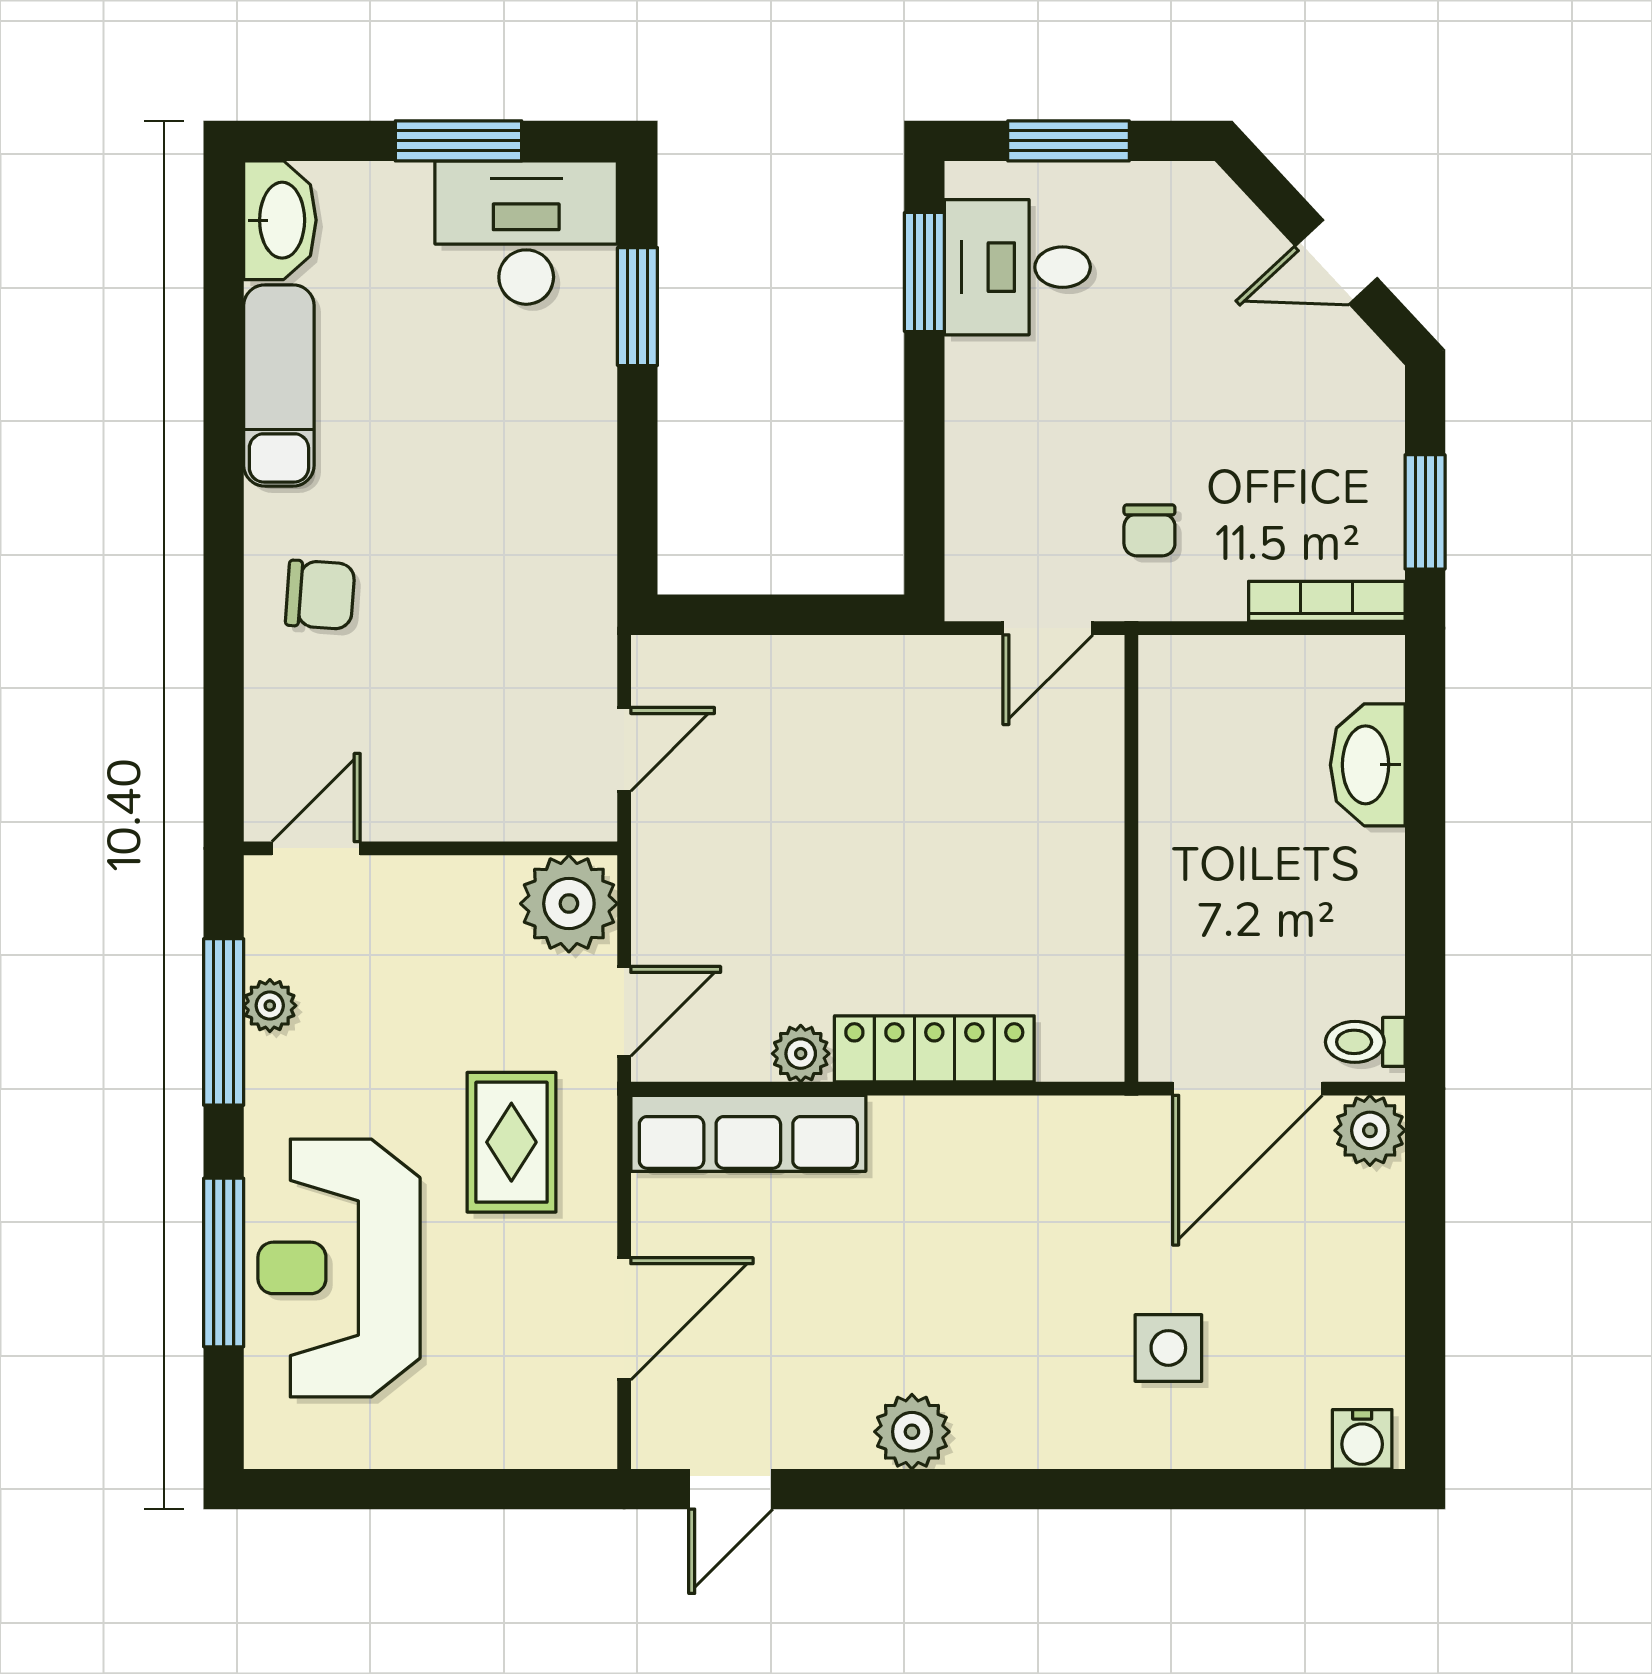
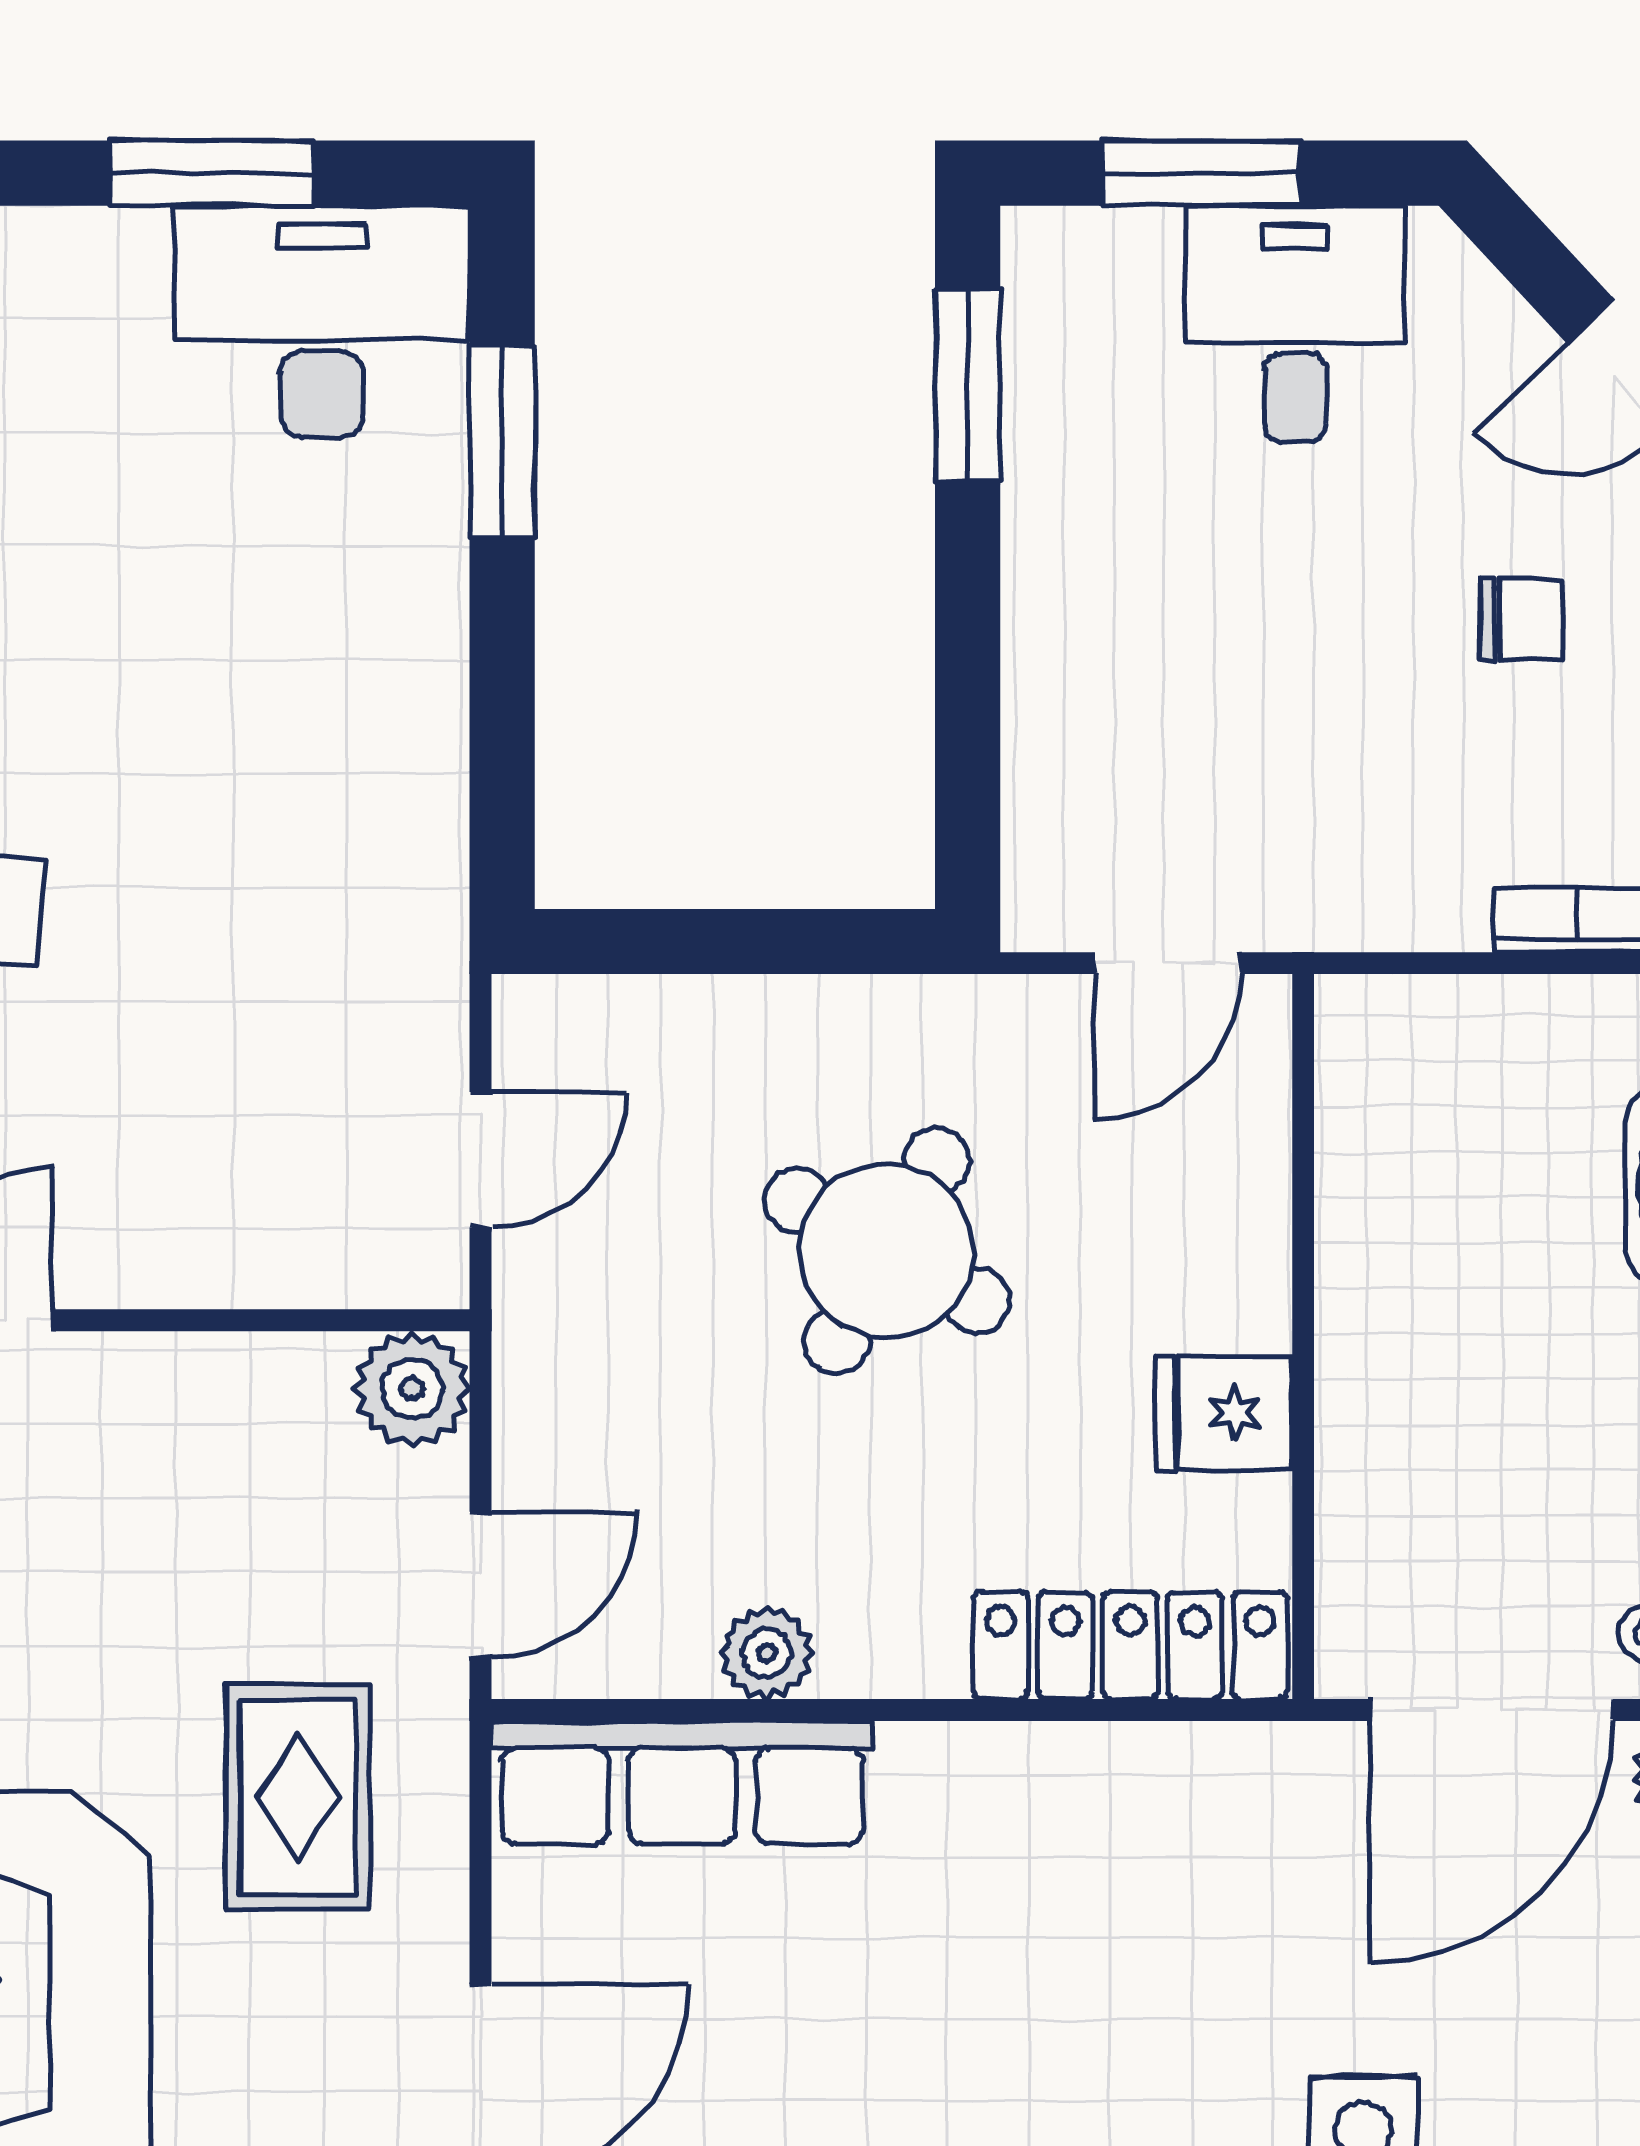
desk: (1017, 267) -> (1295, 324), moved, turned 90
chair: (1149, 530) -> (1522, 619), moved, turned -90
round table: (875, 805) -> (887, 1251), added
plant: (569, 904) -> (412, 1389), width x0.73, depth x0.73
fridge: (1083, 906) -> (1224, 1413), added
locker: (934, 1049) -> (1130, 1645), moved

